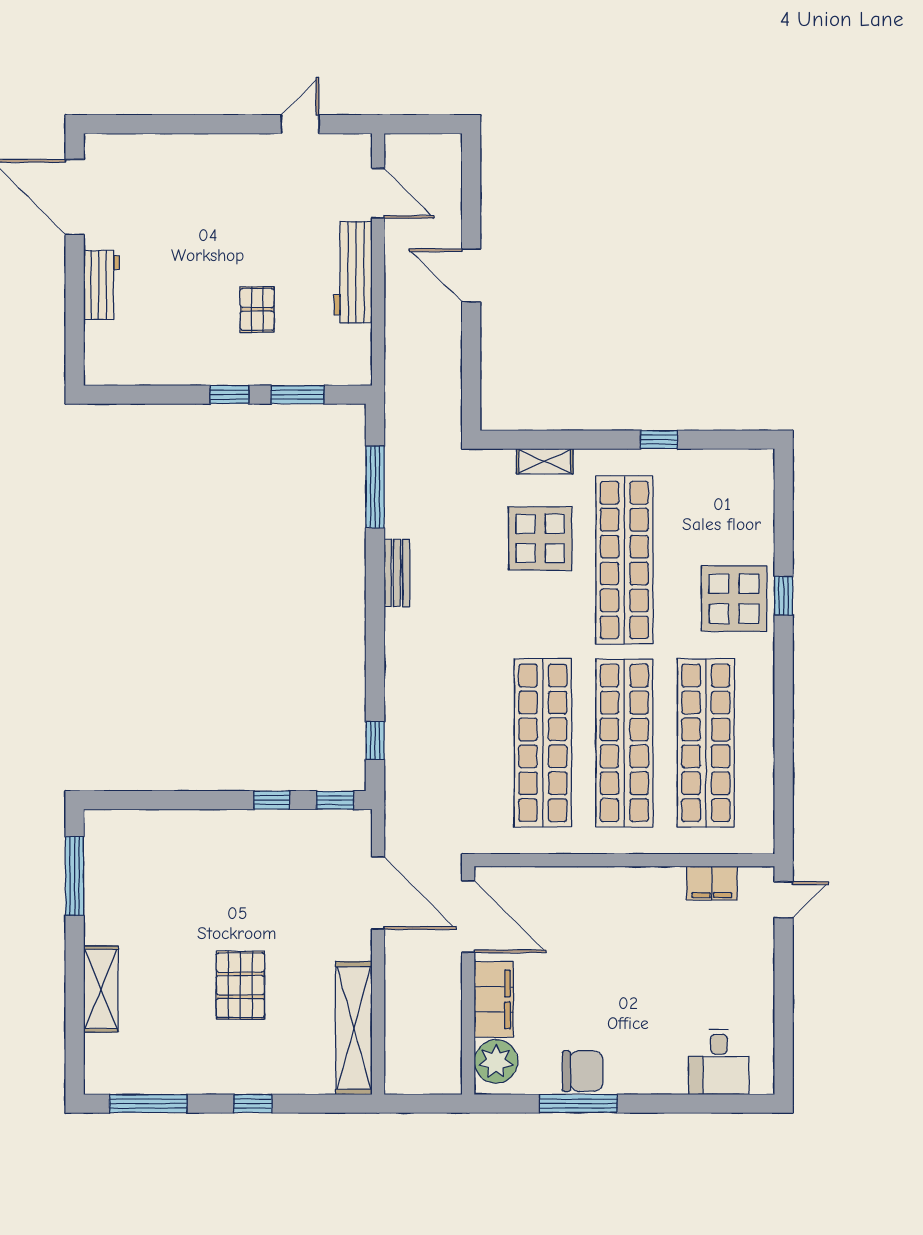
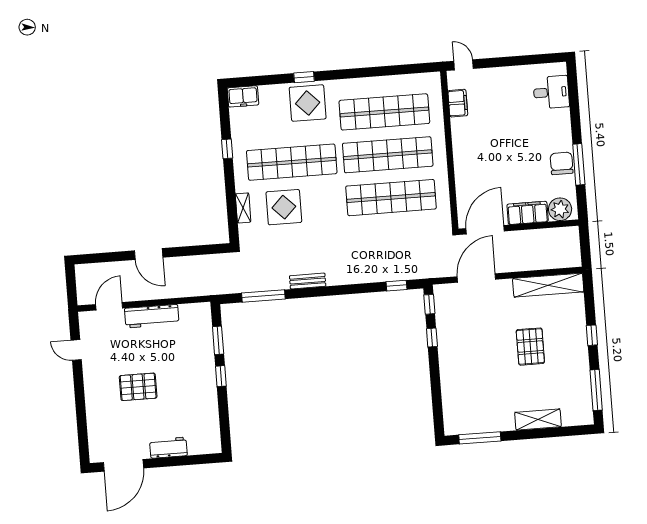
door: (471, 276) -> (149, 254), hinge flipped
pallet: (257, 309) -> (138, 387), moved, width x1.50, depth x1.42
freezer: (756, 477) -> (243, 96), added
pallet: (240, 985) -> (530, 347), turned 90

